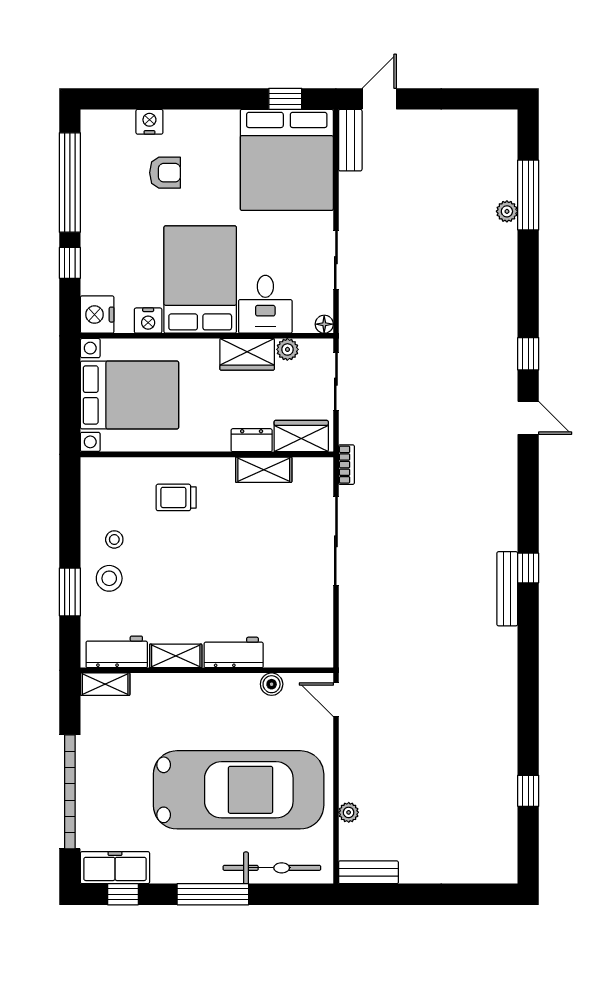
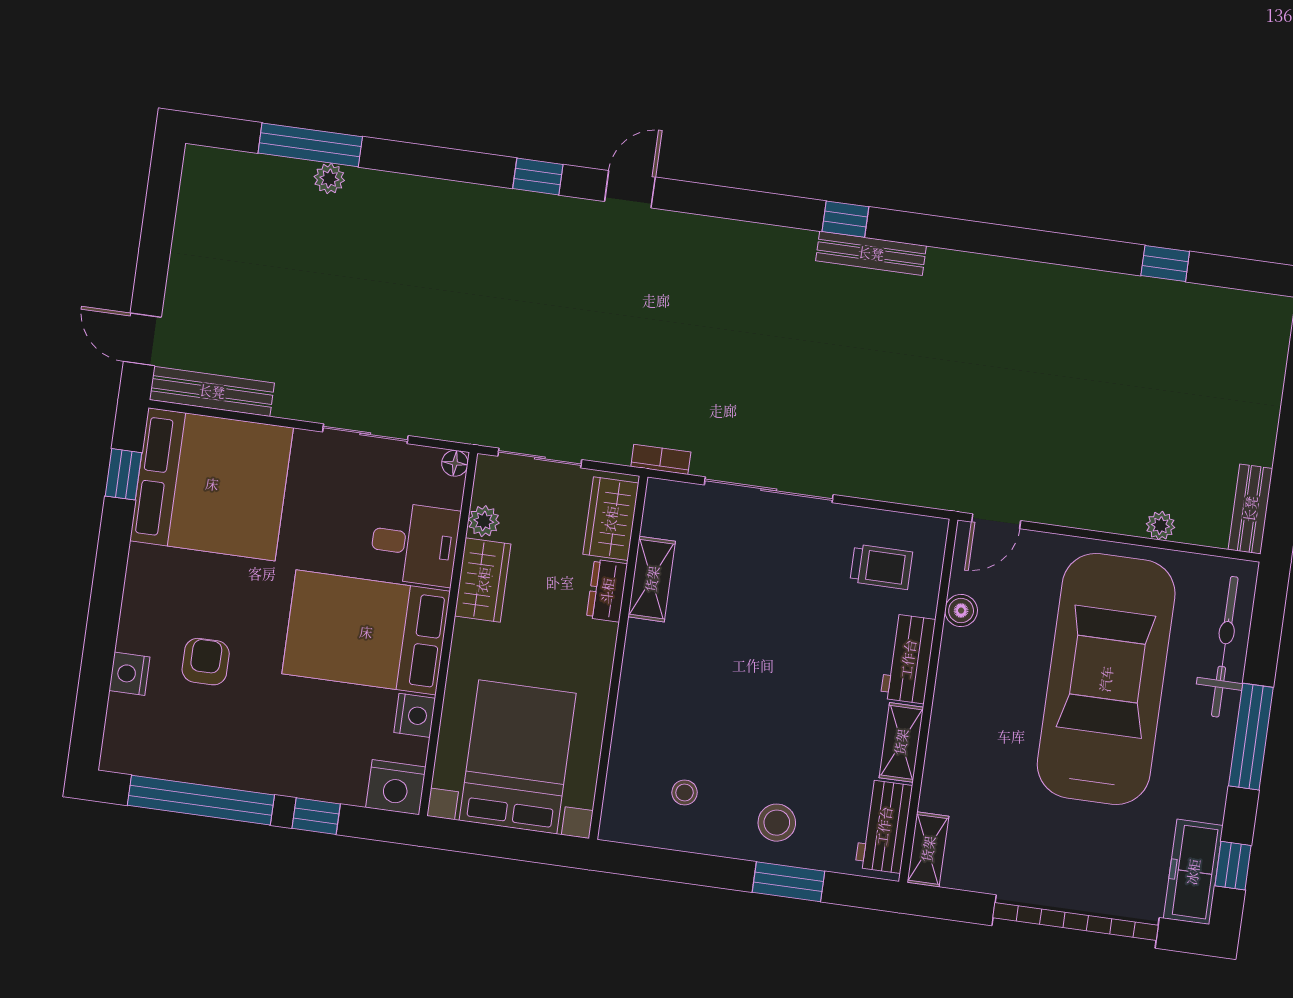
bench: (350, 140) -> (212, 391), width x1.36
trolley: (176, 497) -> (881, 567), moved, turned -90
stool: (114, 539) -> (685, 792), moved

